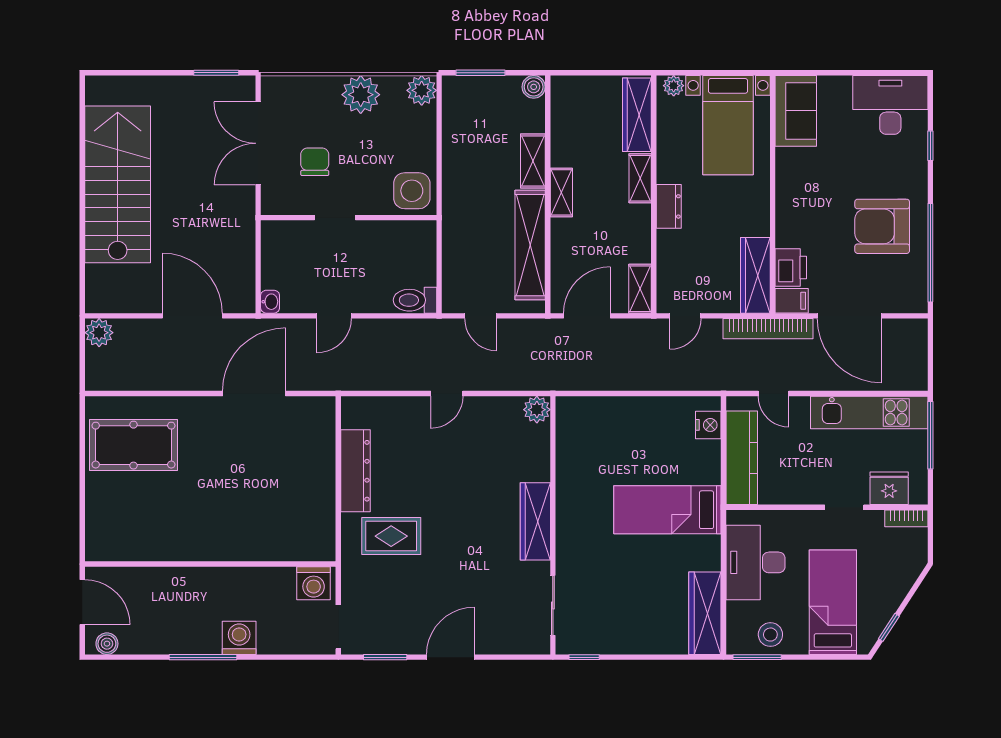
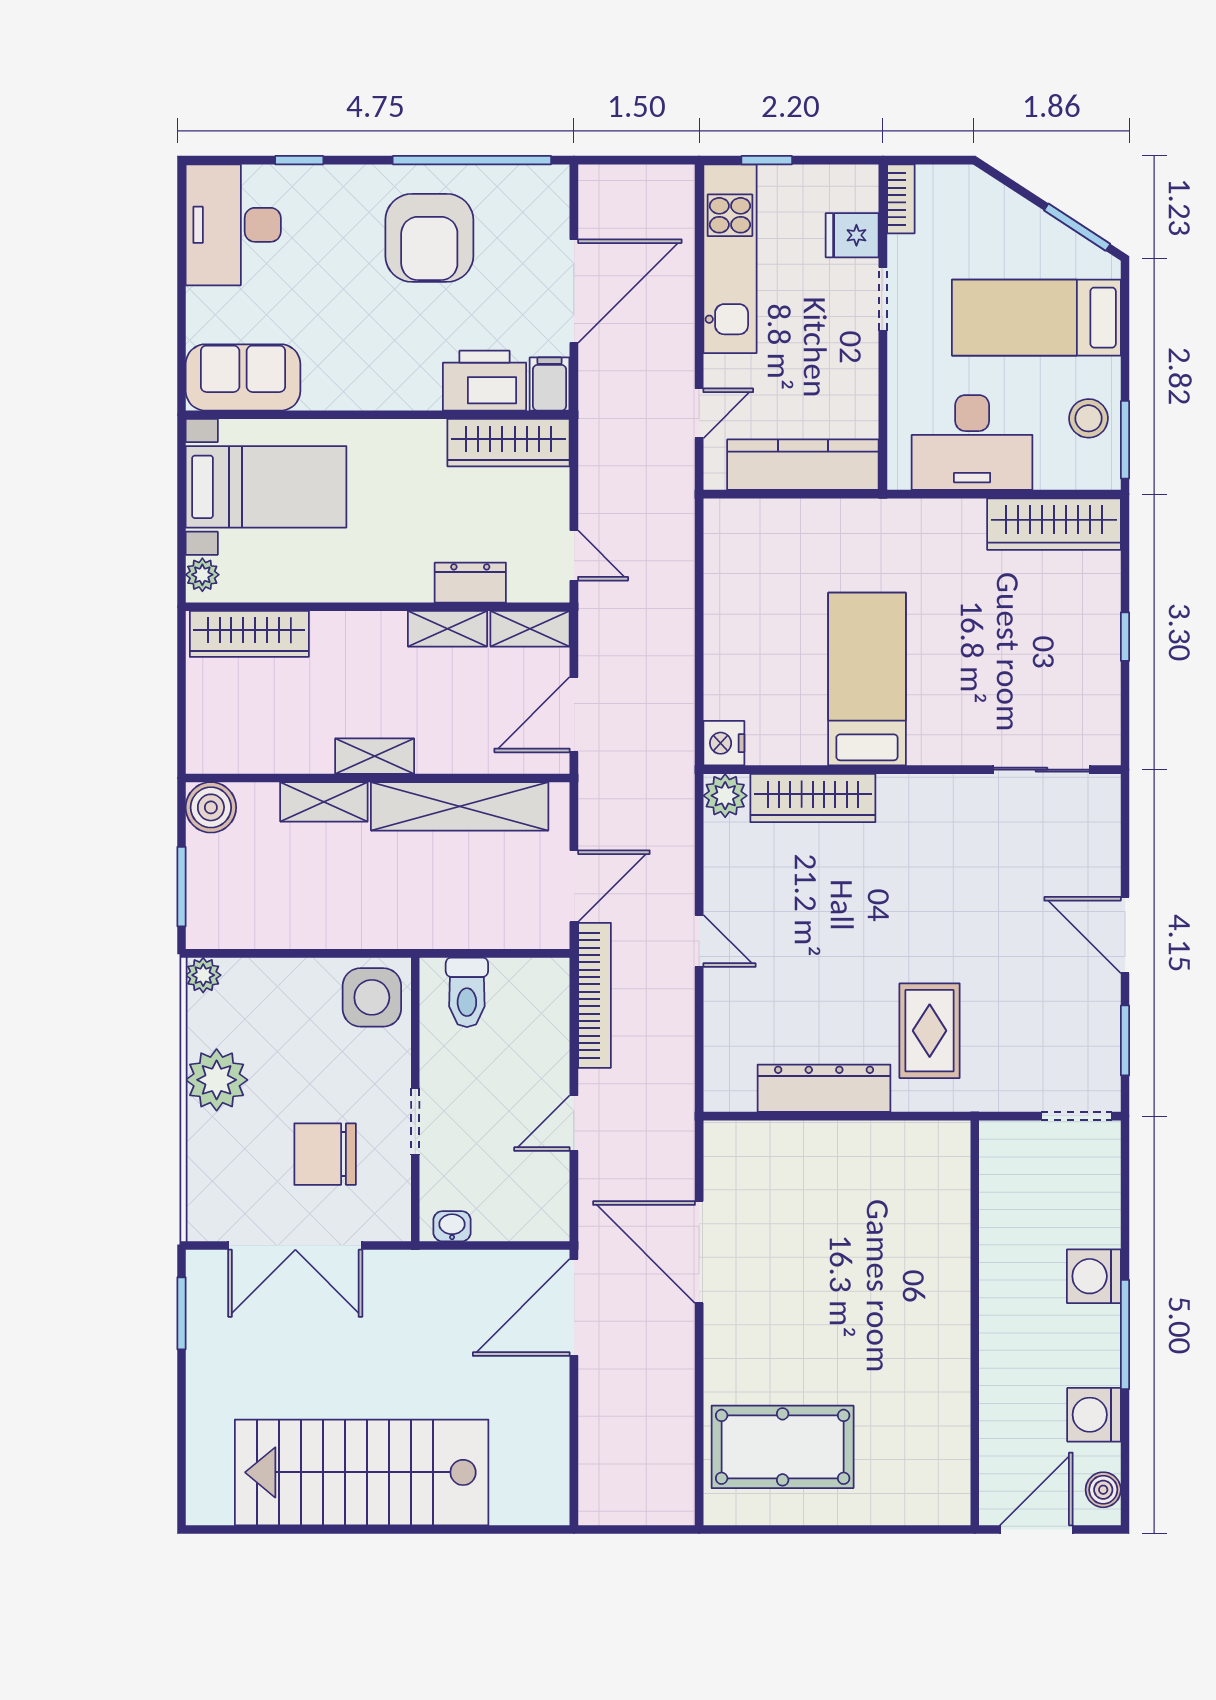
boiler: (534, 87) -> (211, 807), width x1.36, depth x1.36
plant: (422, 90) -> (203, 975), width x0.73, depth x0.73
chair: (315, 162) -> (325, 1154), width x1.37, depth x1.37
shelving: (640, 178) -> (447, 629), moved
dresser: (669, 206) -> (470, 583), moved
printer: (791, 268) -> (485, 381), width x1.37, depth x1.19
toilet: (415, 300) -> (467, 992), moved
washbasin: (270, 302) -> (452, 1226), moved
door: (192, 316) -> (574, 1307), moved
door: (334, 316) -> (574, 1123), swing flipped
door: (481, 316) -> (574, 886), width x1.37
door: (587, 316) -> (574, 715), hinge flipped
bookcase: (768, 329) -> (595, 995), moved
plant: (99, 333) -> (601, 1502), removed
nightstand: (708, 425) -> (724, 743), moved, turned -90
window: (930, 435) -> (767, 160), width x0.46
pool table: (133, 445) -> (783, 1447), turned 90
fridge: (889, 488) -> (852, 235), width x0.72
bed: (667, 510) -> (867, 679), moved, turned 180
wardrobe: (535, 521) -> (813, 798), moved
washing machine: (314, 583) -> (1094, 1415), moved, turned 180
window: (889, 627) -> (1077, 227), width x1.50
window: (584, 657) -> (1125, 637), moved

